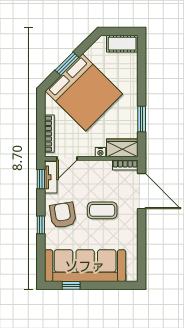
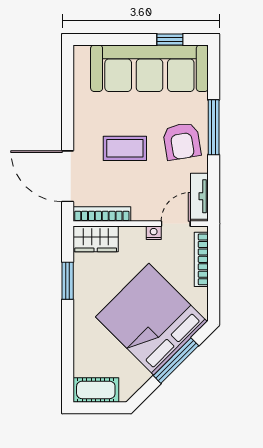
window: (67, 64) -> (176, 361), width x1.44
nightstand: (100, 152) -> (154, 233), moved
bookcase: (125, 165) -> (102, 214), width x1.56
window: (41, 179) -> (214, 194), removed
window: (41, 225) -> (214, 127), width x2.17

